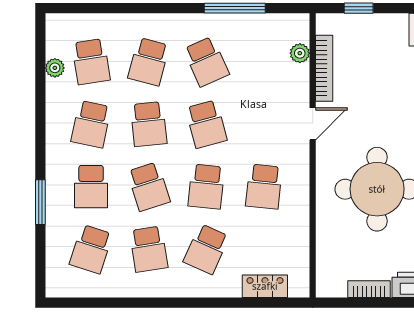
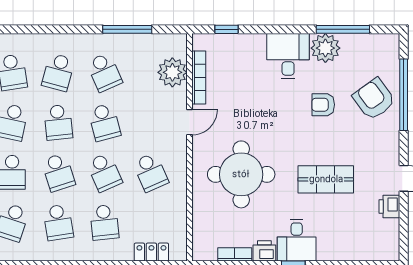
plant: (300, 53) -> (172, 72), width x1.88, depth x1.88
school desk: (206, 187) -> (104, 172), turned -30
school desk: (264, 187) -> (151, 172), turned -30
school desk: (206, 249) -> (104, 222), turned -30

